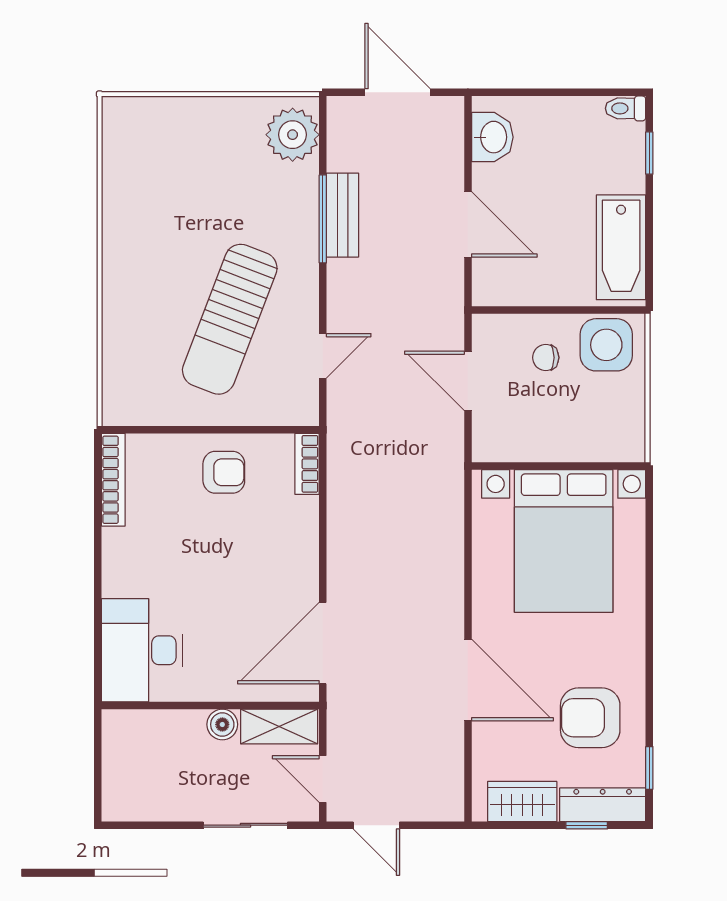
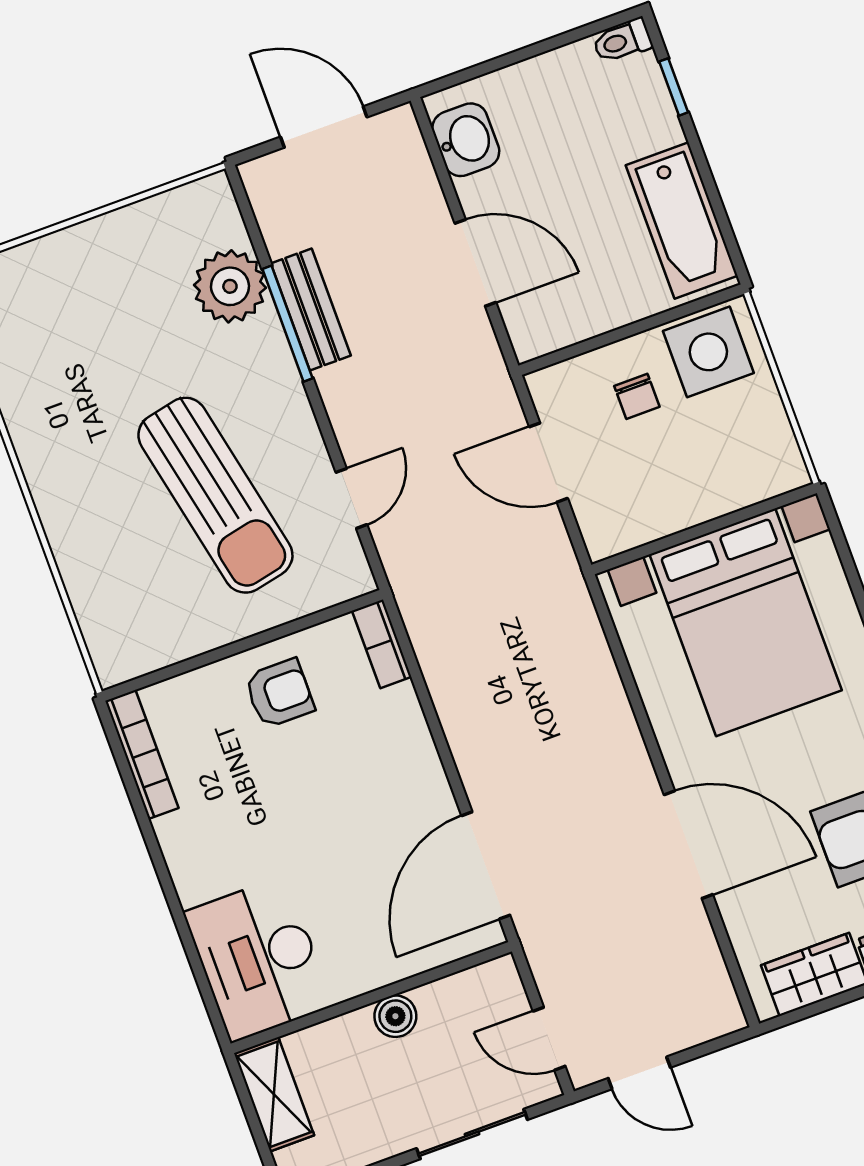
plant: (293, 135) -> (230, 286), moved
sun lounger: (230, 319) -> (215, 495), turned -33
chair: (546, 358) -> (637, 396), turned -90
shelving: (279, 726) -> (274, 1094), moved, turned 90

